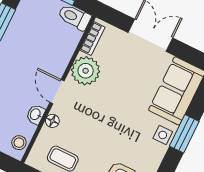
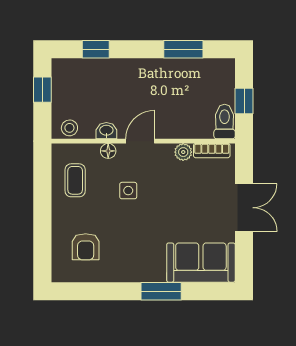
plant: (86, 71) -> (183, 152), width x0.53, depth x0.53
side table: (163, 135) -> (128, 191), moved

